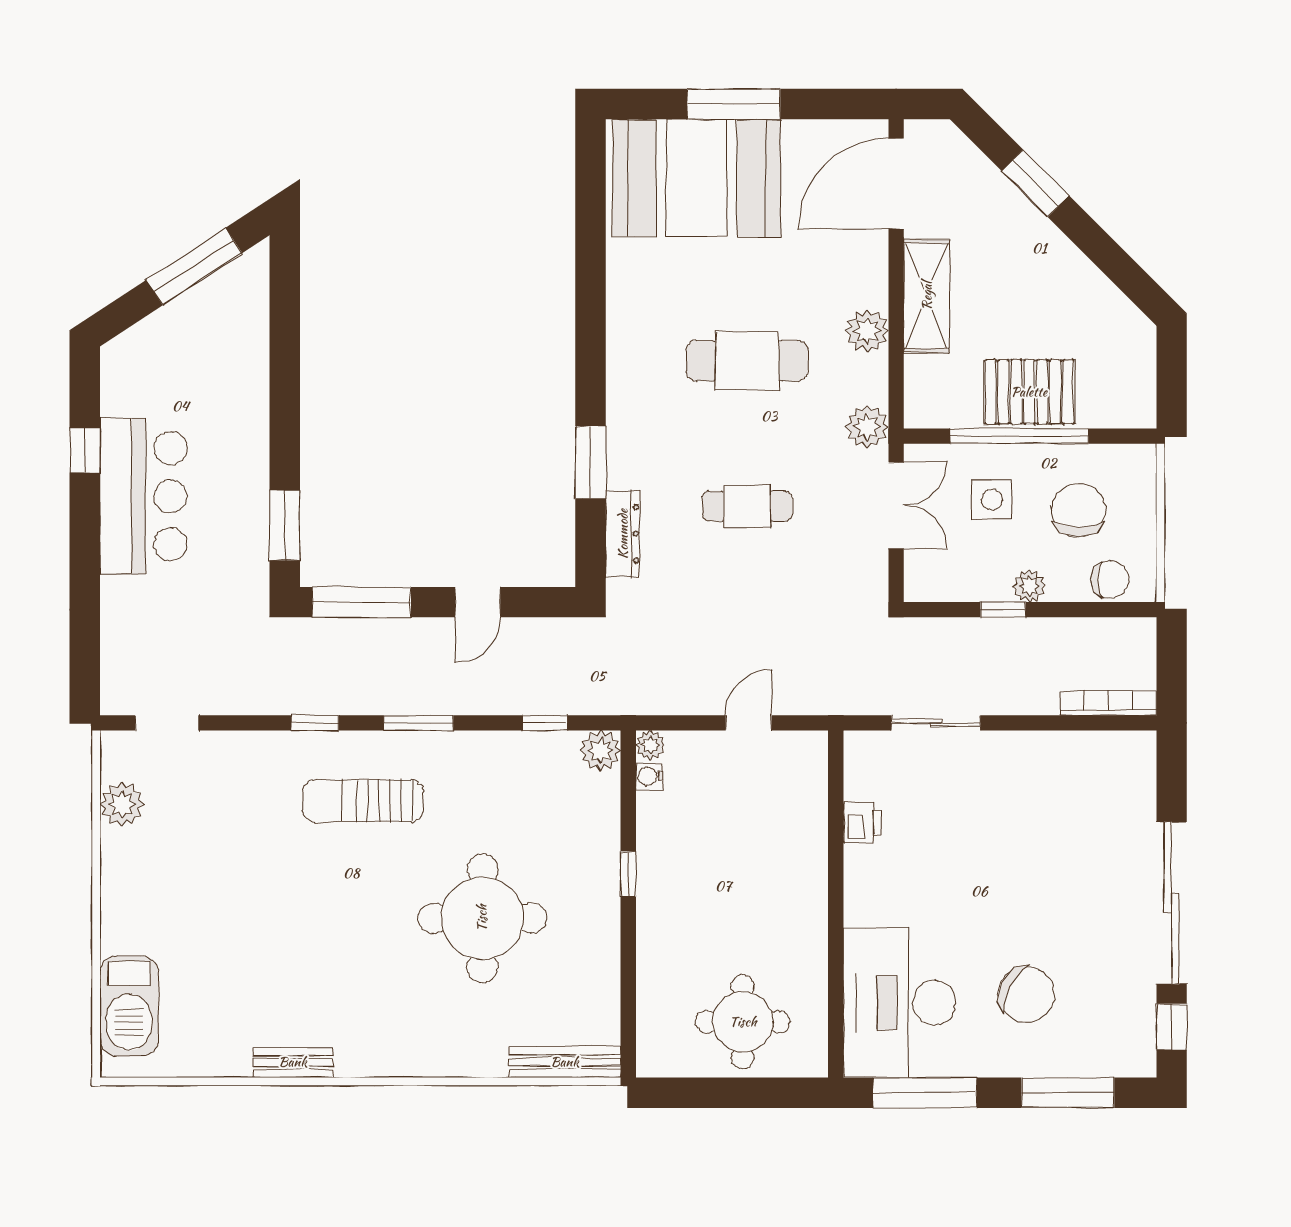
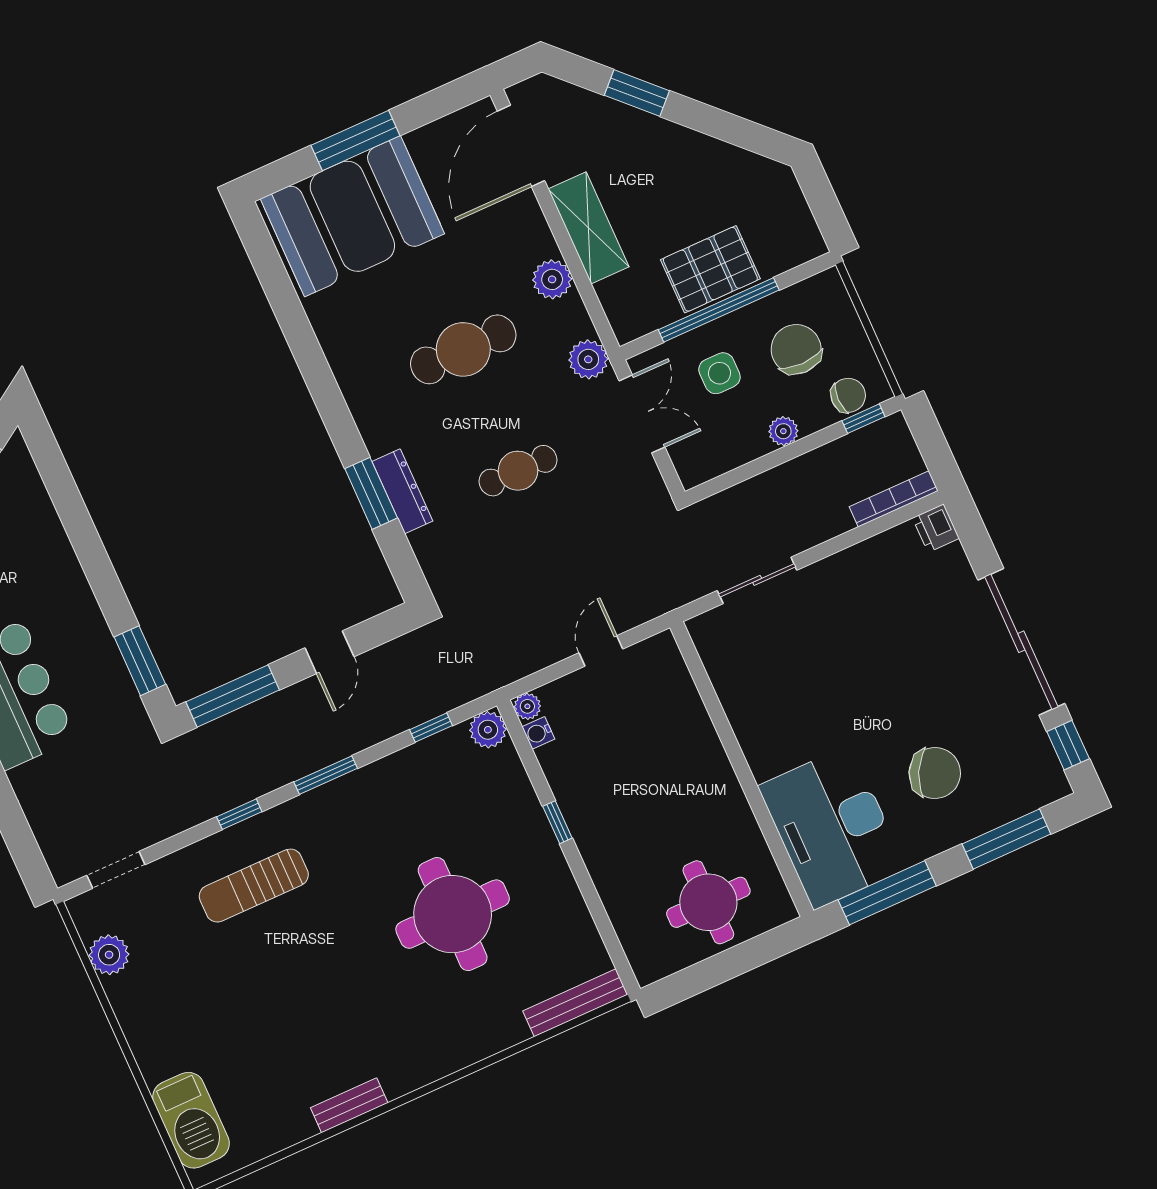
dresser: (623, 534) -> (402, 491), moved
window: (1003, 610) -> (863, 419), moved
sun lounger: (363, 801) -> (254, 886), moved
printer: (862, 823) -> (936, 528), moved, turned 180

